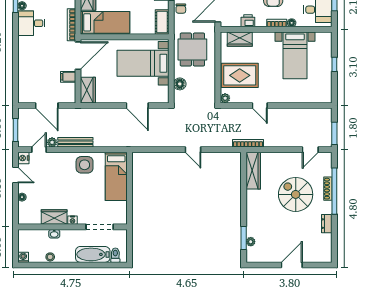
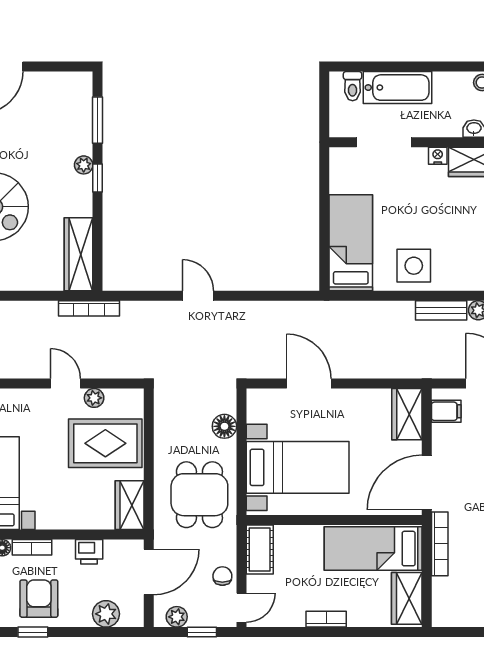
wardrobe: (240, 39) -> (130, 505), moved, turned -90
filing cabinet: (68, 77) -> (446, 411), moved
plant: (225, 98) -> (94, 398), moved
bench: (75, 142) -> (441, 310), width x0.73
window: (244, 209) -> (98, 178), added
plant: (251, 242) -> (84, 165), moved

